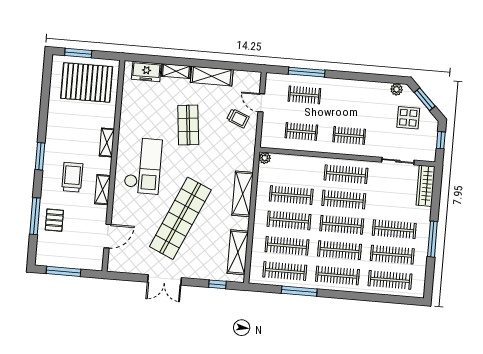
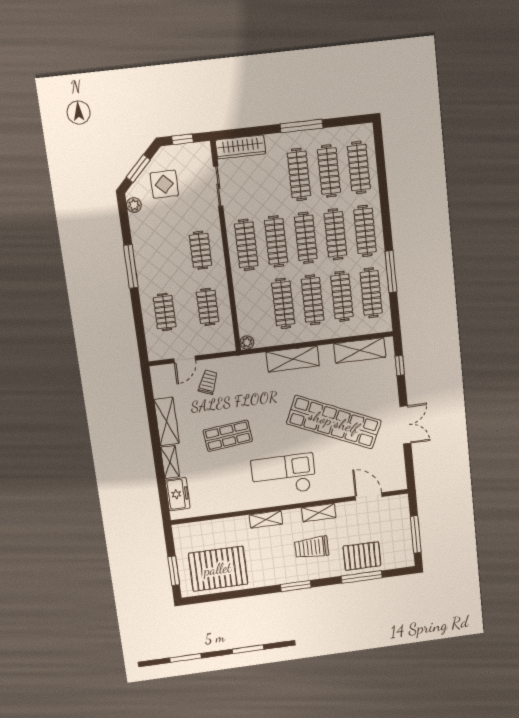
window: (307, 72) -> (131, 266), moved
pallet: (87, 82) -> (218, 569), moved, turned 90
pallet: (54, 220) -> (362, 556), width x1.50, depth x1.42

